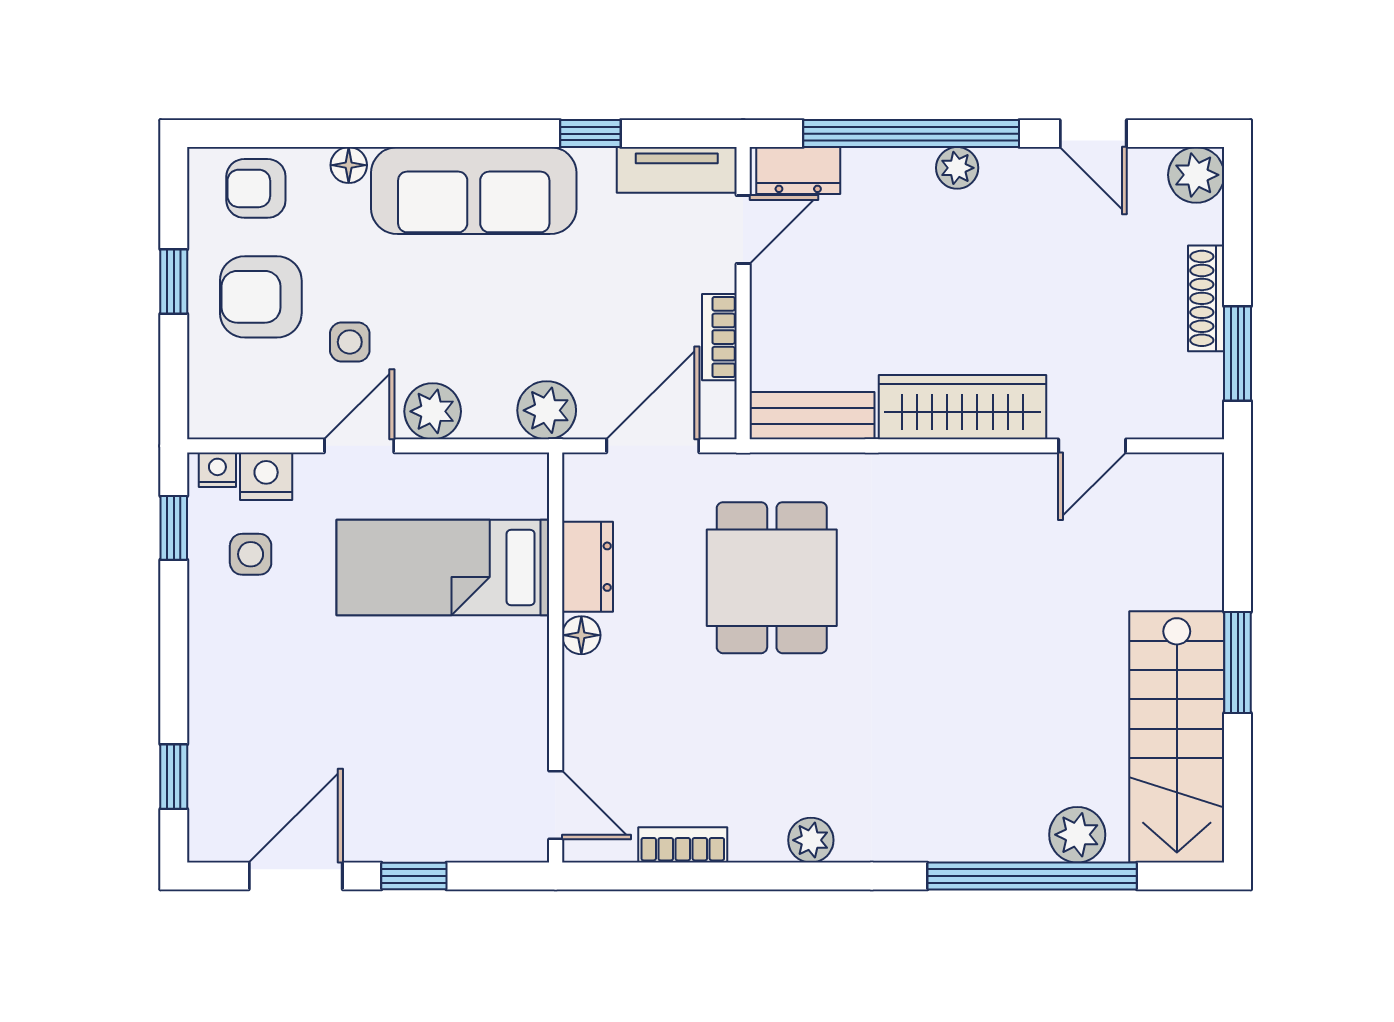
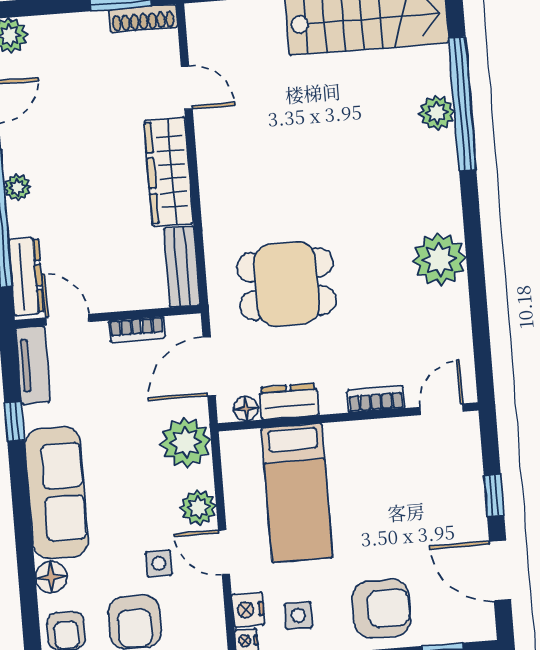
floor lamp: (349, 165) -> (51, 577), width x1.37, depth x1.37
dresser: (798, 171) -> (26, 276), width x1.44
shoe rack: (1206, 298) -> (143, 18), moved
plant: (547, 410) -> (186, 442), width x1.36, depth x1.36
door: (653, 446) -> (209, 366), hinge flipped
floor lamp: (581, 635) -> (246, 409), moved
armchair: (251, 686) -> (382, 609), added
plant: (1077, 835) -> (437, 113), moved
plant: (811, 840) -> (439, 259), width x1.87, depth x1.87
bookcase: (683, 845) -> (376, 399), moved, turned 90

